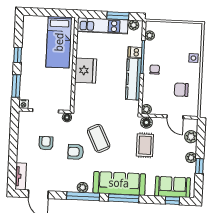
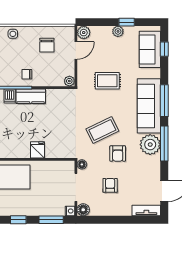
fridge: (86, 71) -> (37, 150), width x0.53, depth x0.75
kitchen counter: (133, 79) -> (31, 96), width x0.67
floor lamp: (146, 122) -> (83, 210), moved
plant: (191, 137) -> (84, 33), moved
armchair: (46, 143) -> (110, 185), turned 90
plant: (83, 187) -> (150, 145), width x1.87, depth x1.87

